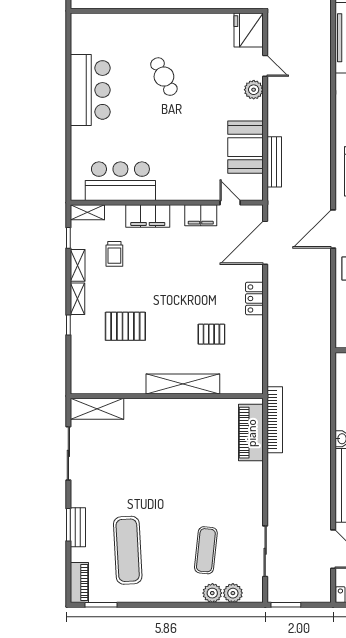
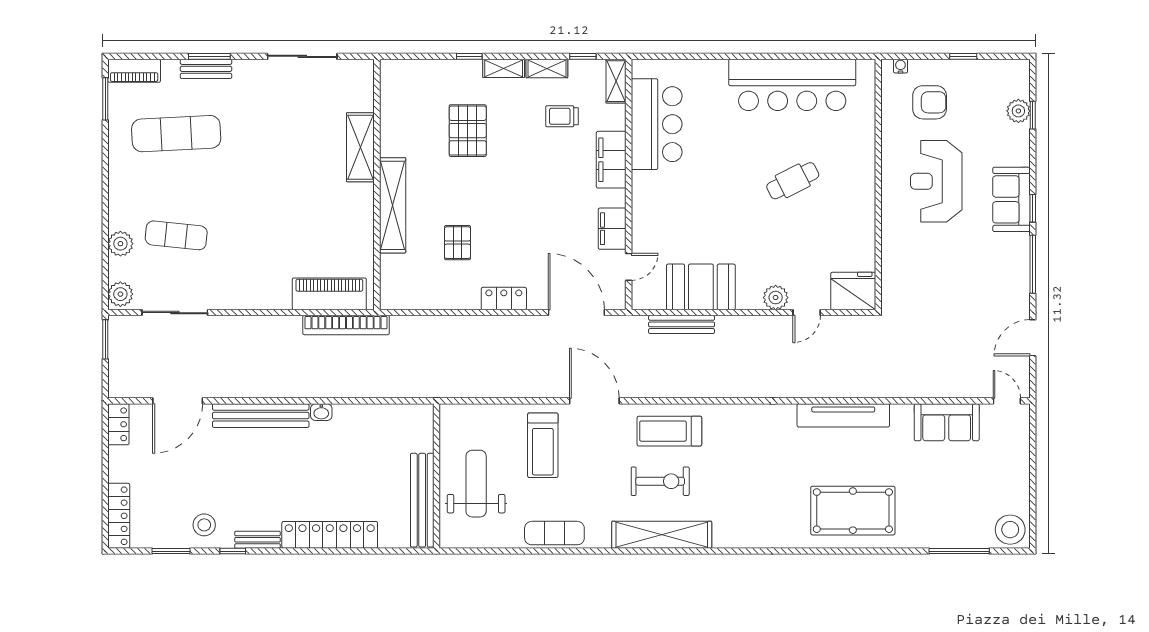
bar counter: (90, 90) -> (792, 85), width x1.36
shelving: (97, 409) -> (360, 147), moved
plant: (233, 593) -> (120, 294), moved

